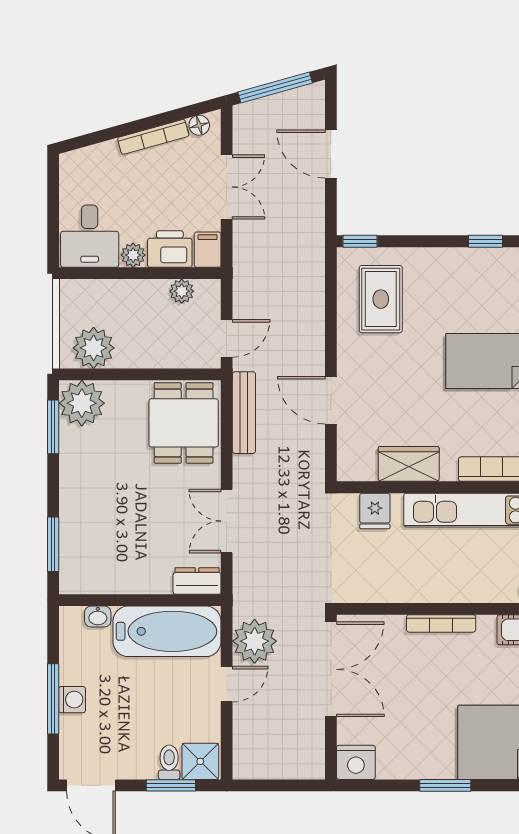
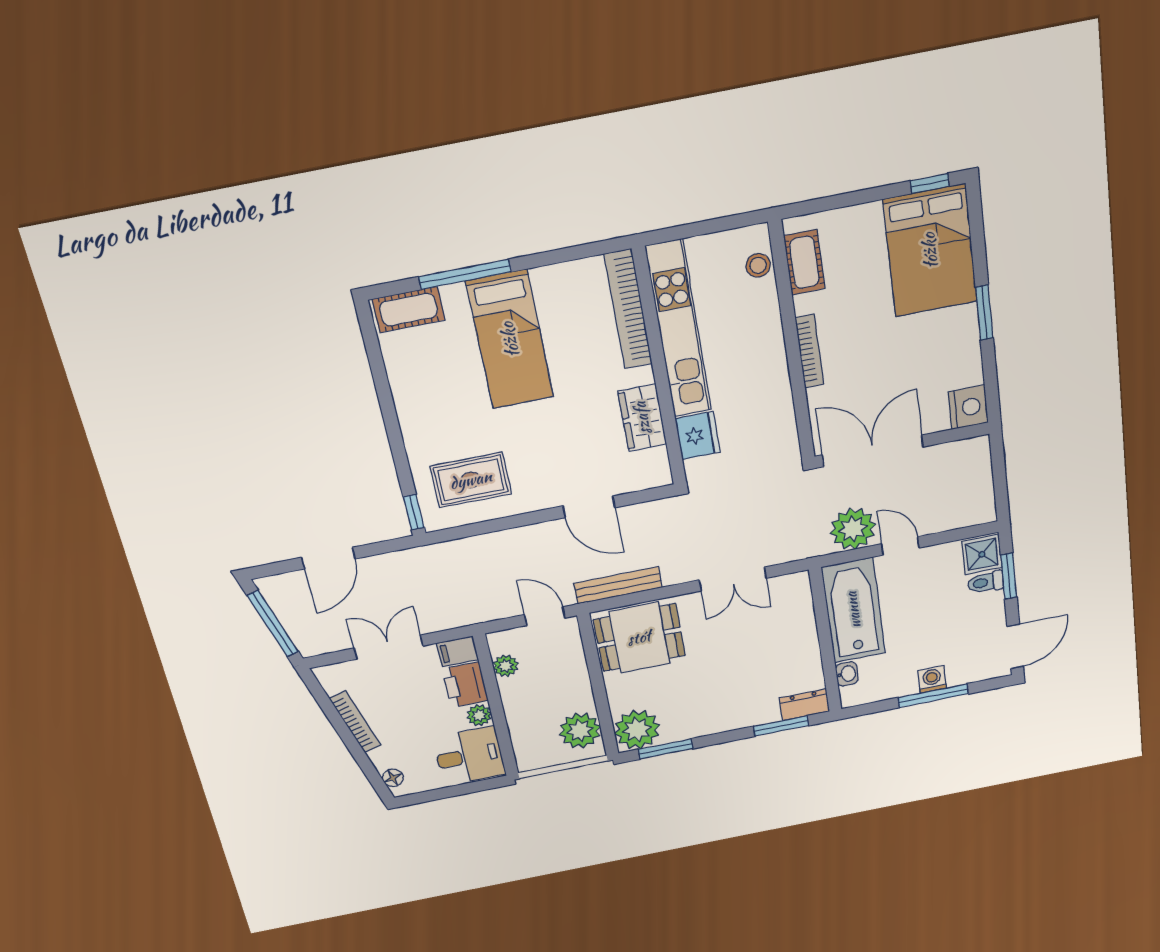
floor lamp: (199, 125) -> (393, 778), moved
window: (485, 241) -> (383, 388), removed
door: (331, 400) -> (589, 507), hinge flipped
fridge: (375, 511) -> (698, 435), width x1.38
dresser: (197, 581) -> (804, 705), moved, turned 90

